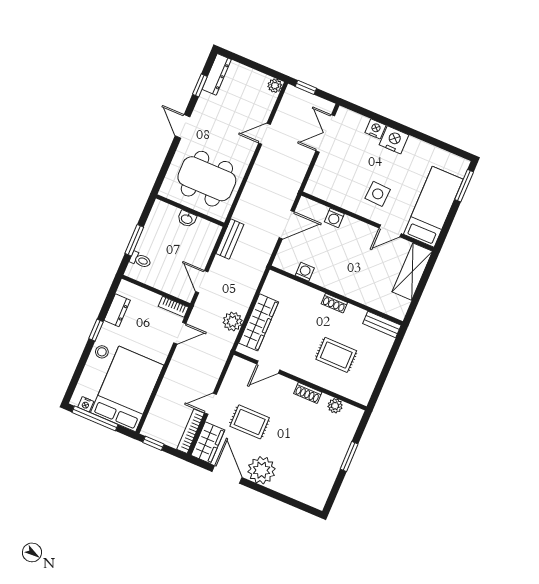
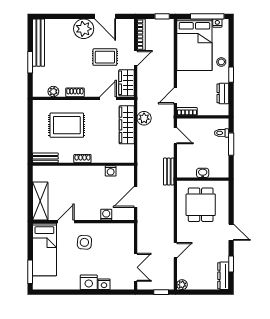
dining table: (207, 179) -> (201, 205), width x0.73
rug: (336, 355) -> (67, 125), width x1.36, depth x1.43
wardrobe: (208, 443) -> (127, 83), moved
bench: (328, 477) -> (38, 43), added

